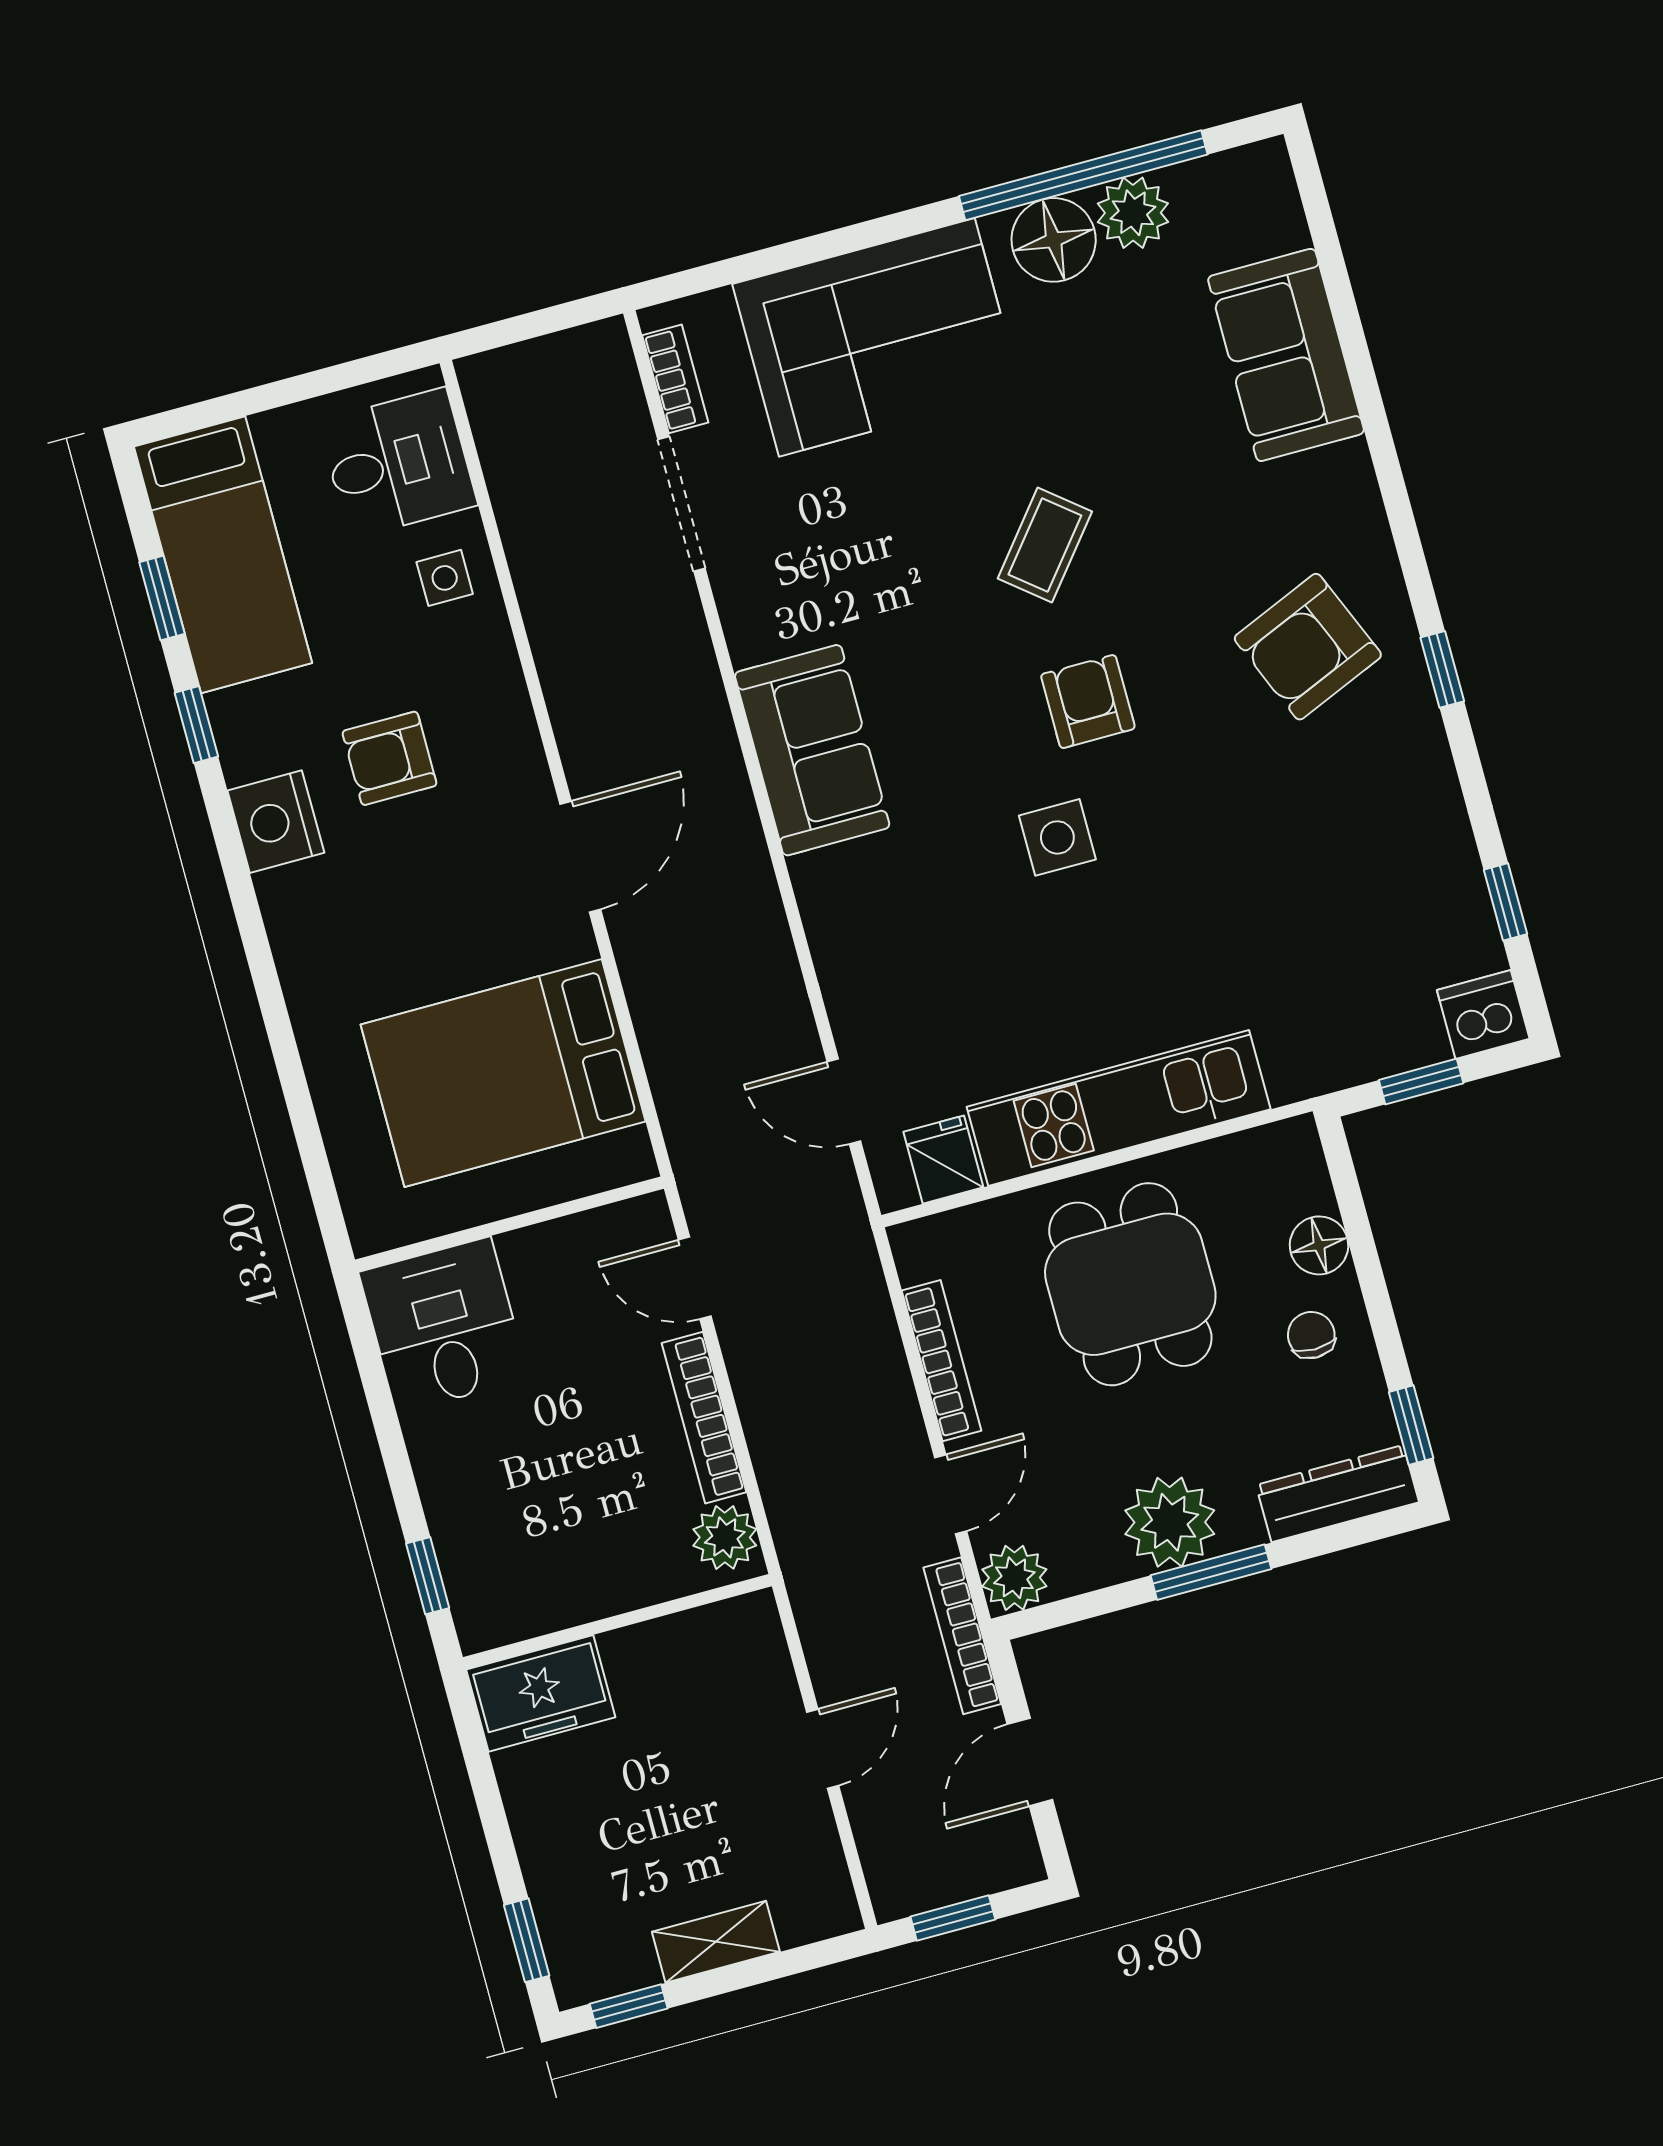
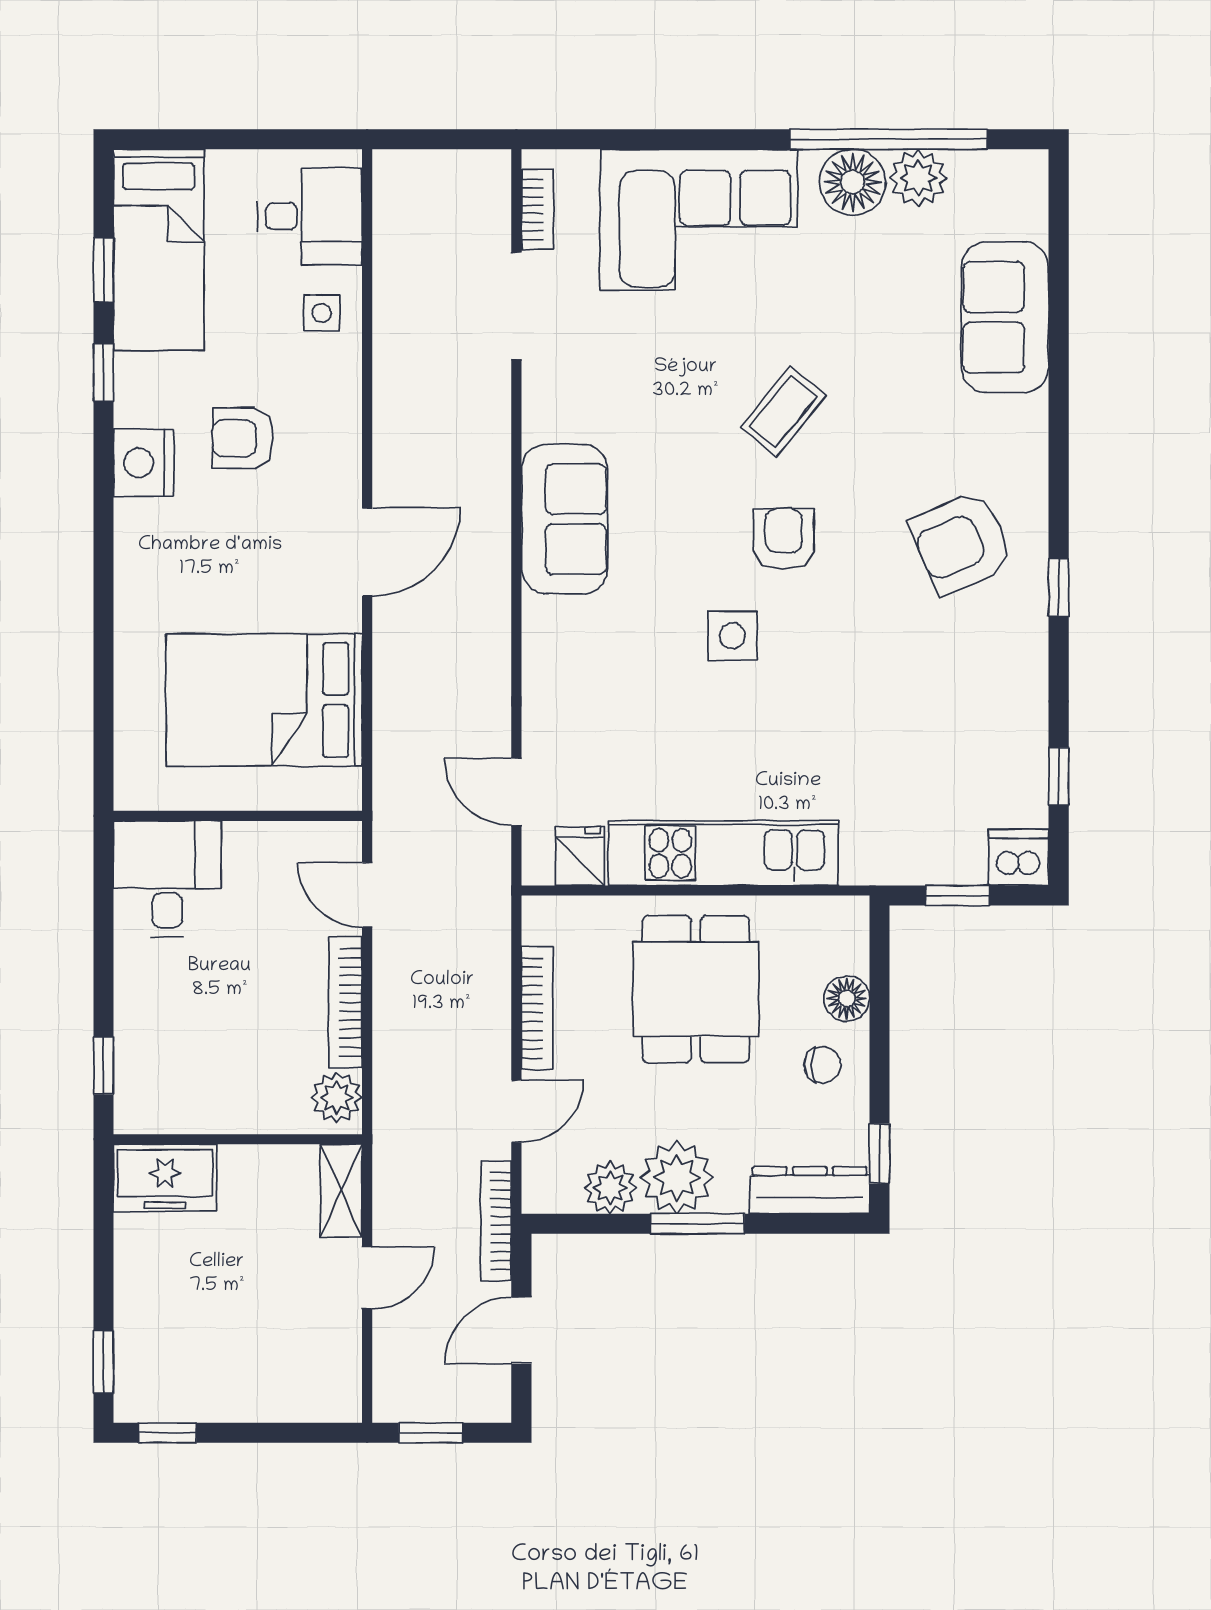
chair: (1311, 1335) -> (822, 1065), turned 90
plant: (1014, 1578) -> (610, 1188), moved
shelving: (716, 1942) -> (341, 1191), moved, turned 90

